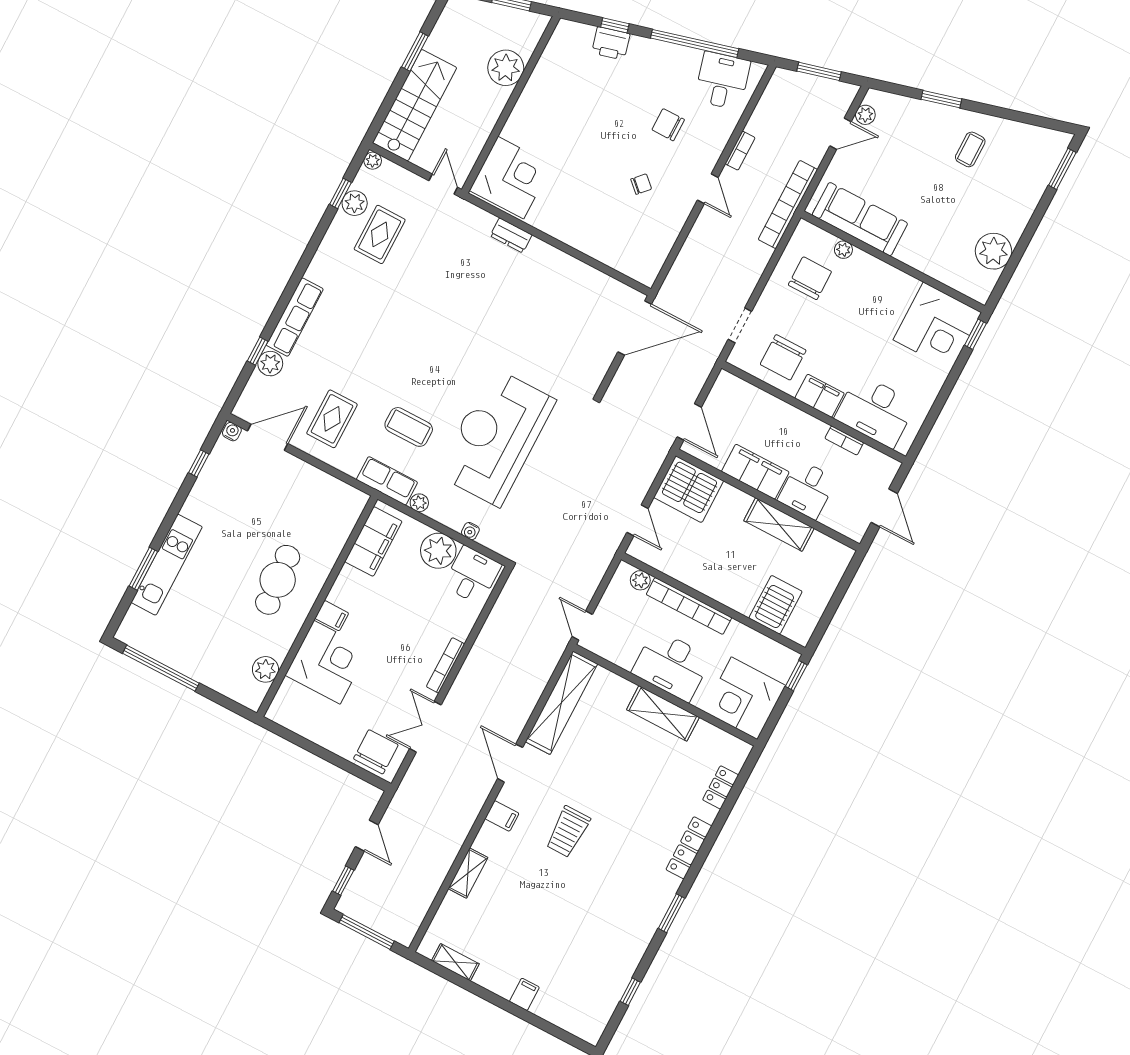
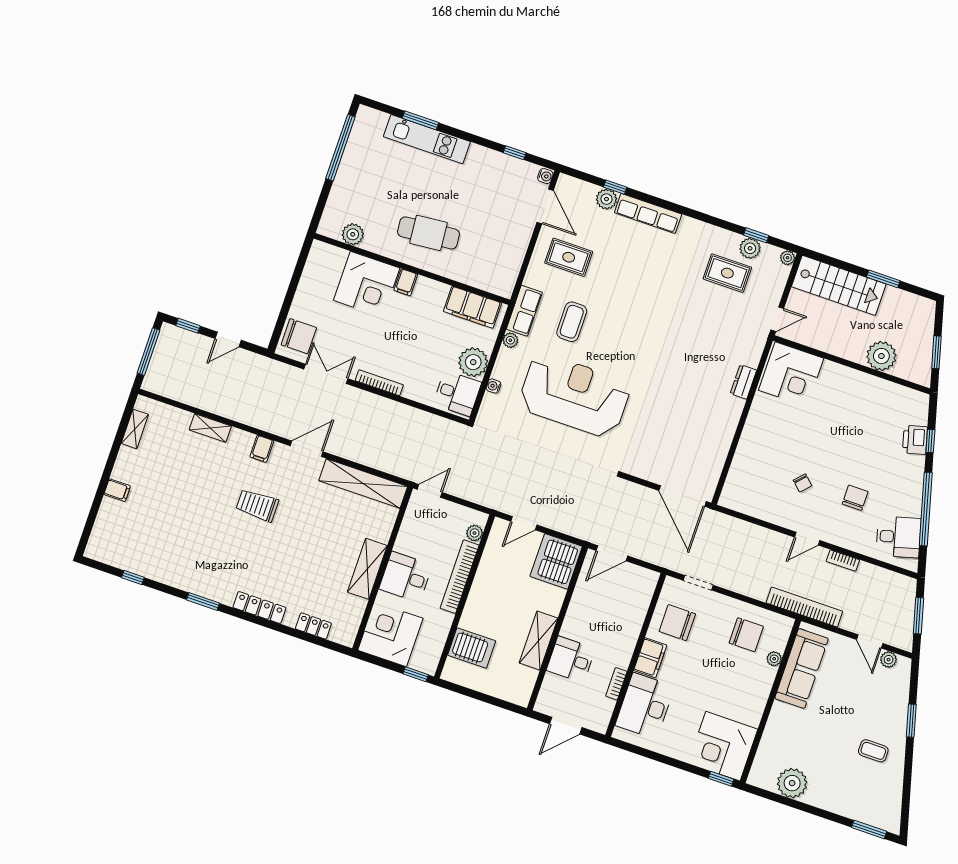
filing cabinet: (755, 472) -> (579, 614), removed
desk: (672, 665) -> (406, 577), width x0.73

